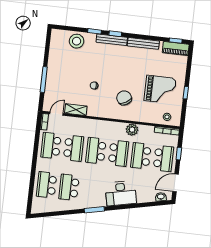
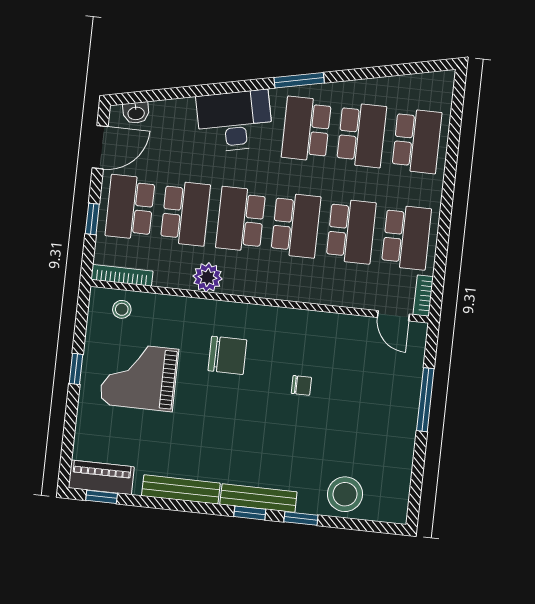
chair: (124, 98) -> (227, 355), turned -60
shelving: (76, 110) -> (346, 326), removed
door: (56, 114) -> (393, 316), hinge flipped
school desk: (73, 148) -> (351, 231), turned 180
school desk: (92, 190) -> (306, 129), added

